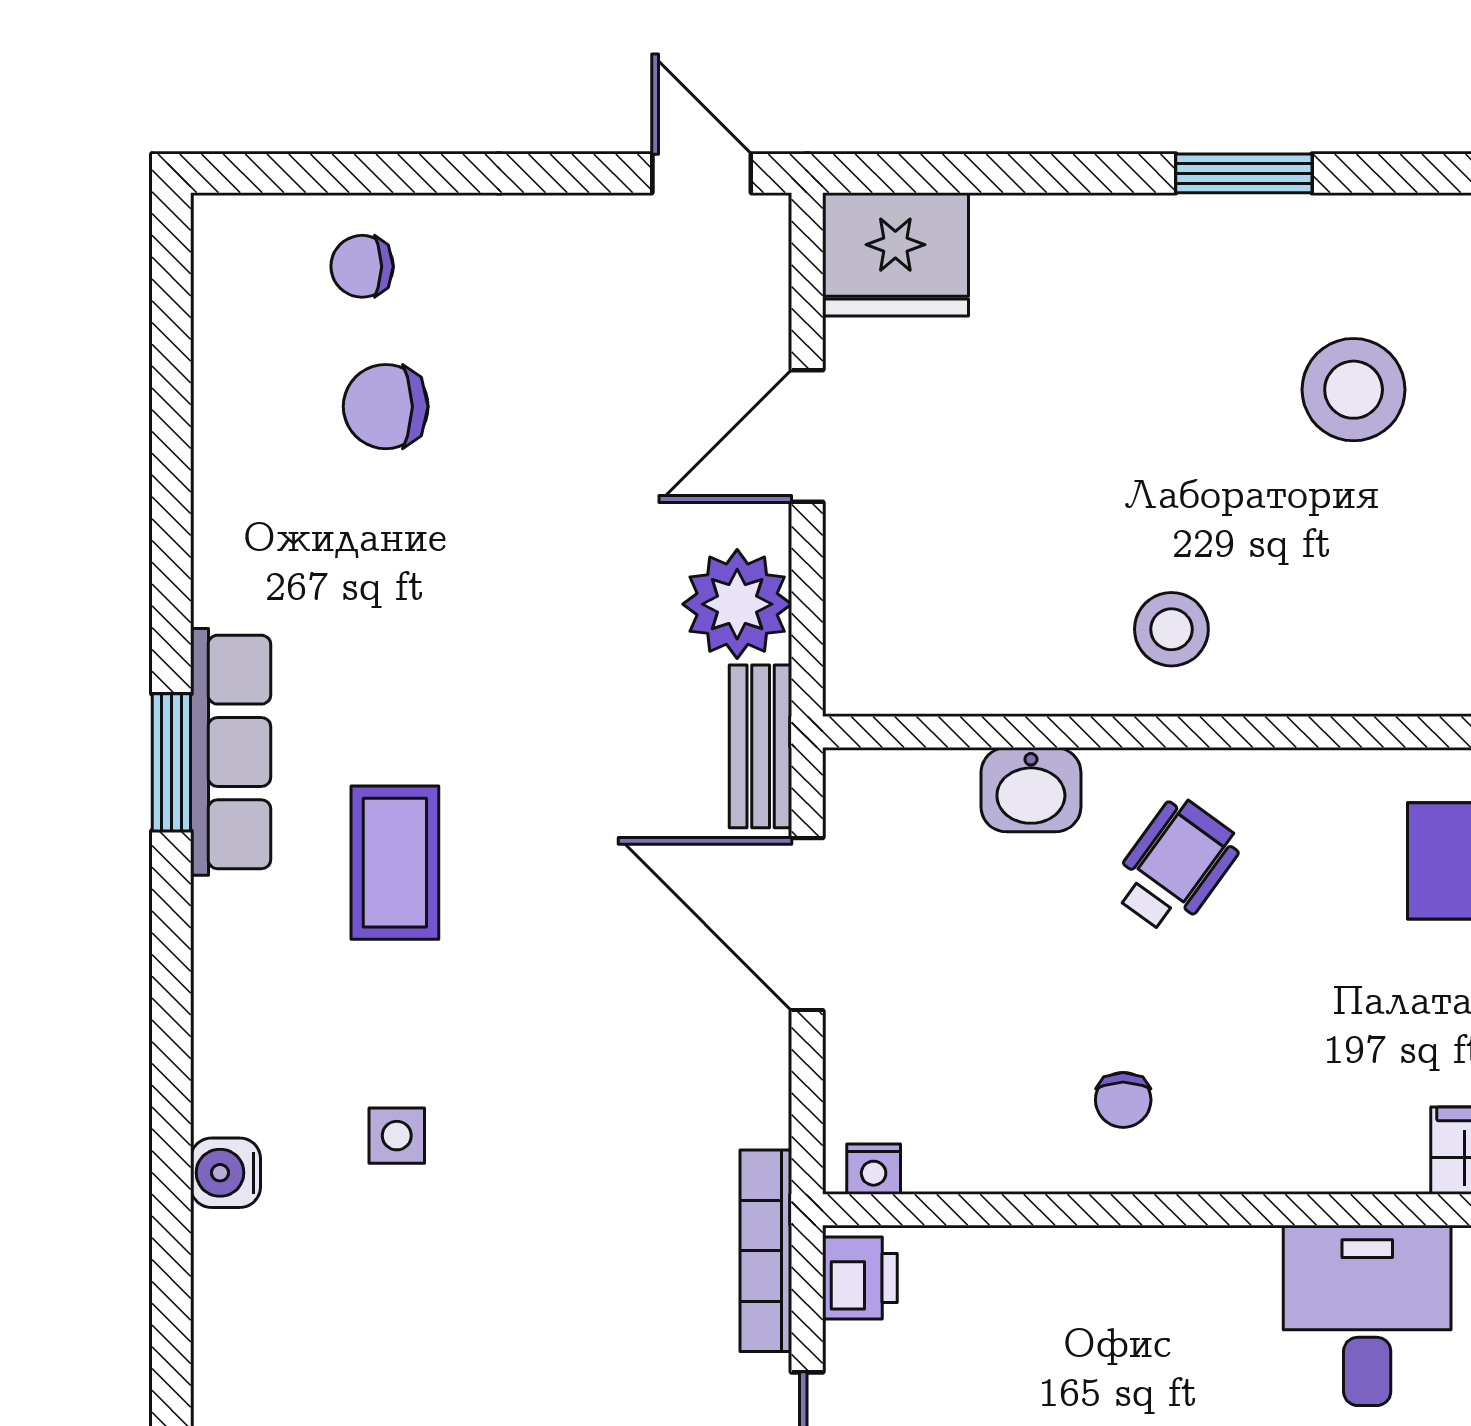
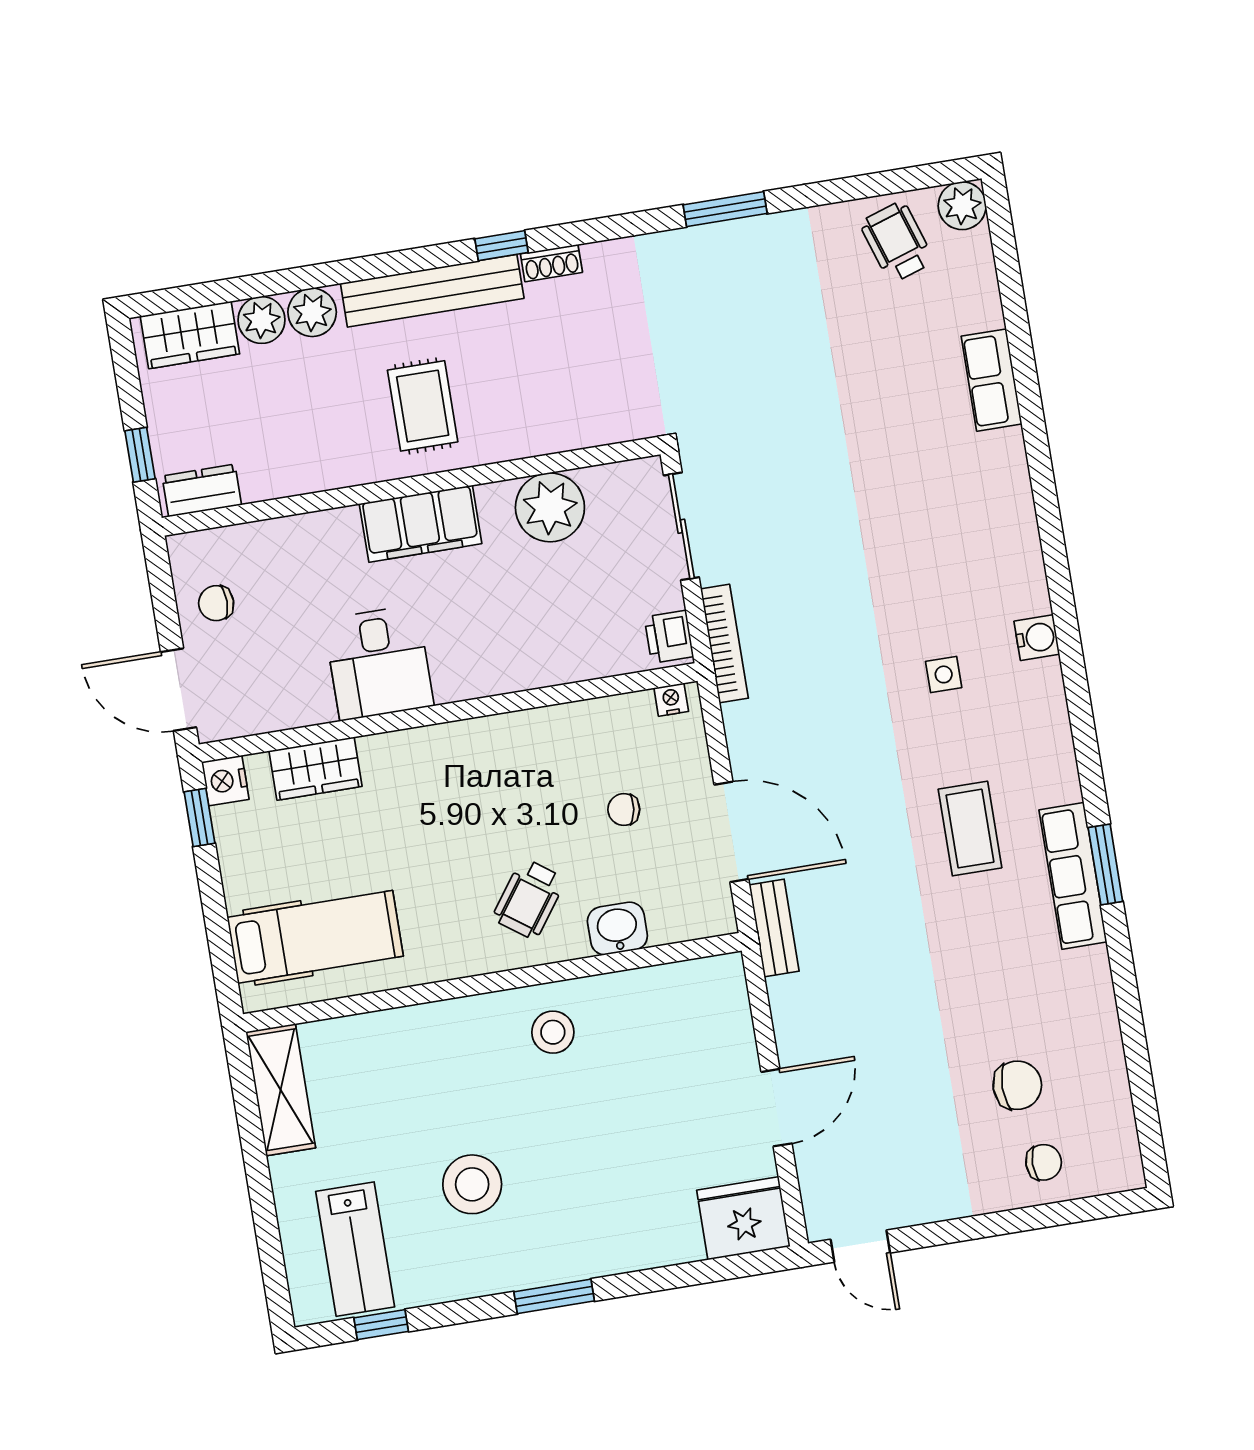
plant: (737, 604) -> (801, 1006), removed
chair: (1123, 1100) -> (624, 810), moved, turned -81

